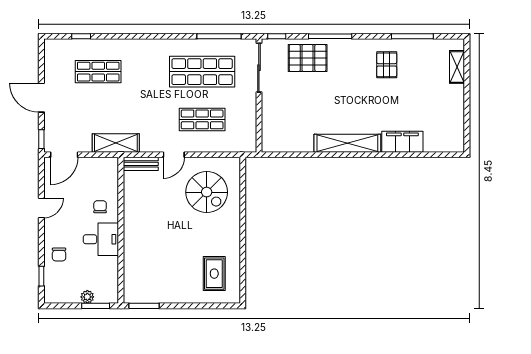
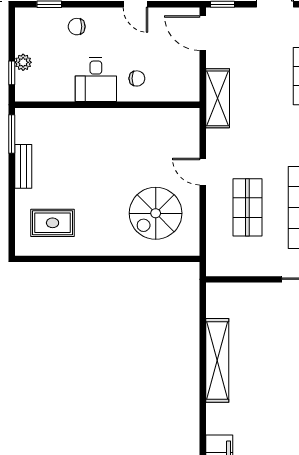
shelving: (347, 143) -> (217, 360), moved
bench: (141, 164) -> (23, 166), moved
window: (96, 306) -> (12, 73), width x0.67

